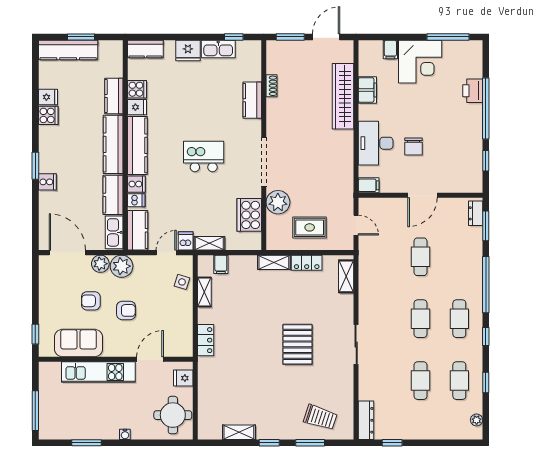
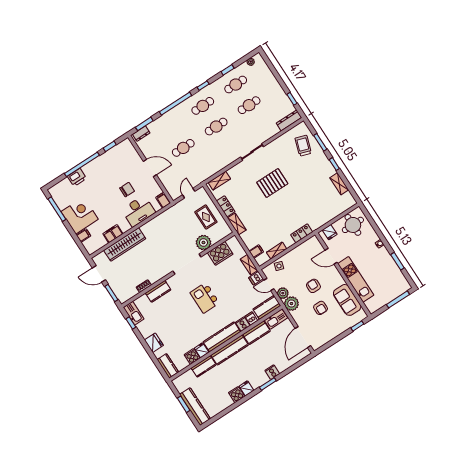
kitchen sink: (218, 49) -> (134, 313), moved
fridge: (48, 97) -> (246, 388), moved
plant: (100, 264) -> (283, 293), moved

